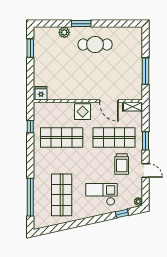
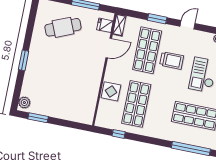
plant: (64, 32) -> (24, 102), moved
cafe table: (95, 45) -> (63, 27), moved, turned 67
fridge: (41, 93) -> (105, 25), moved
display table: (83, 112) -> (111, 91), moved
trolley: (122, 164) -> (172, 60), moved

